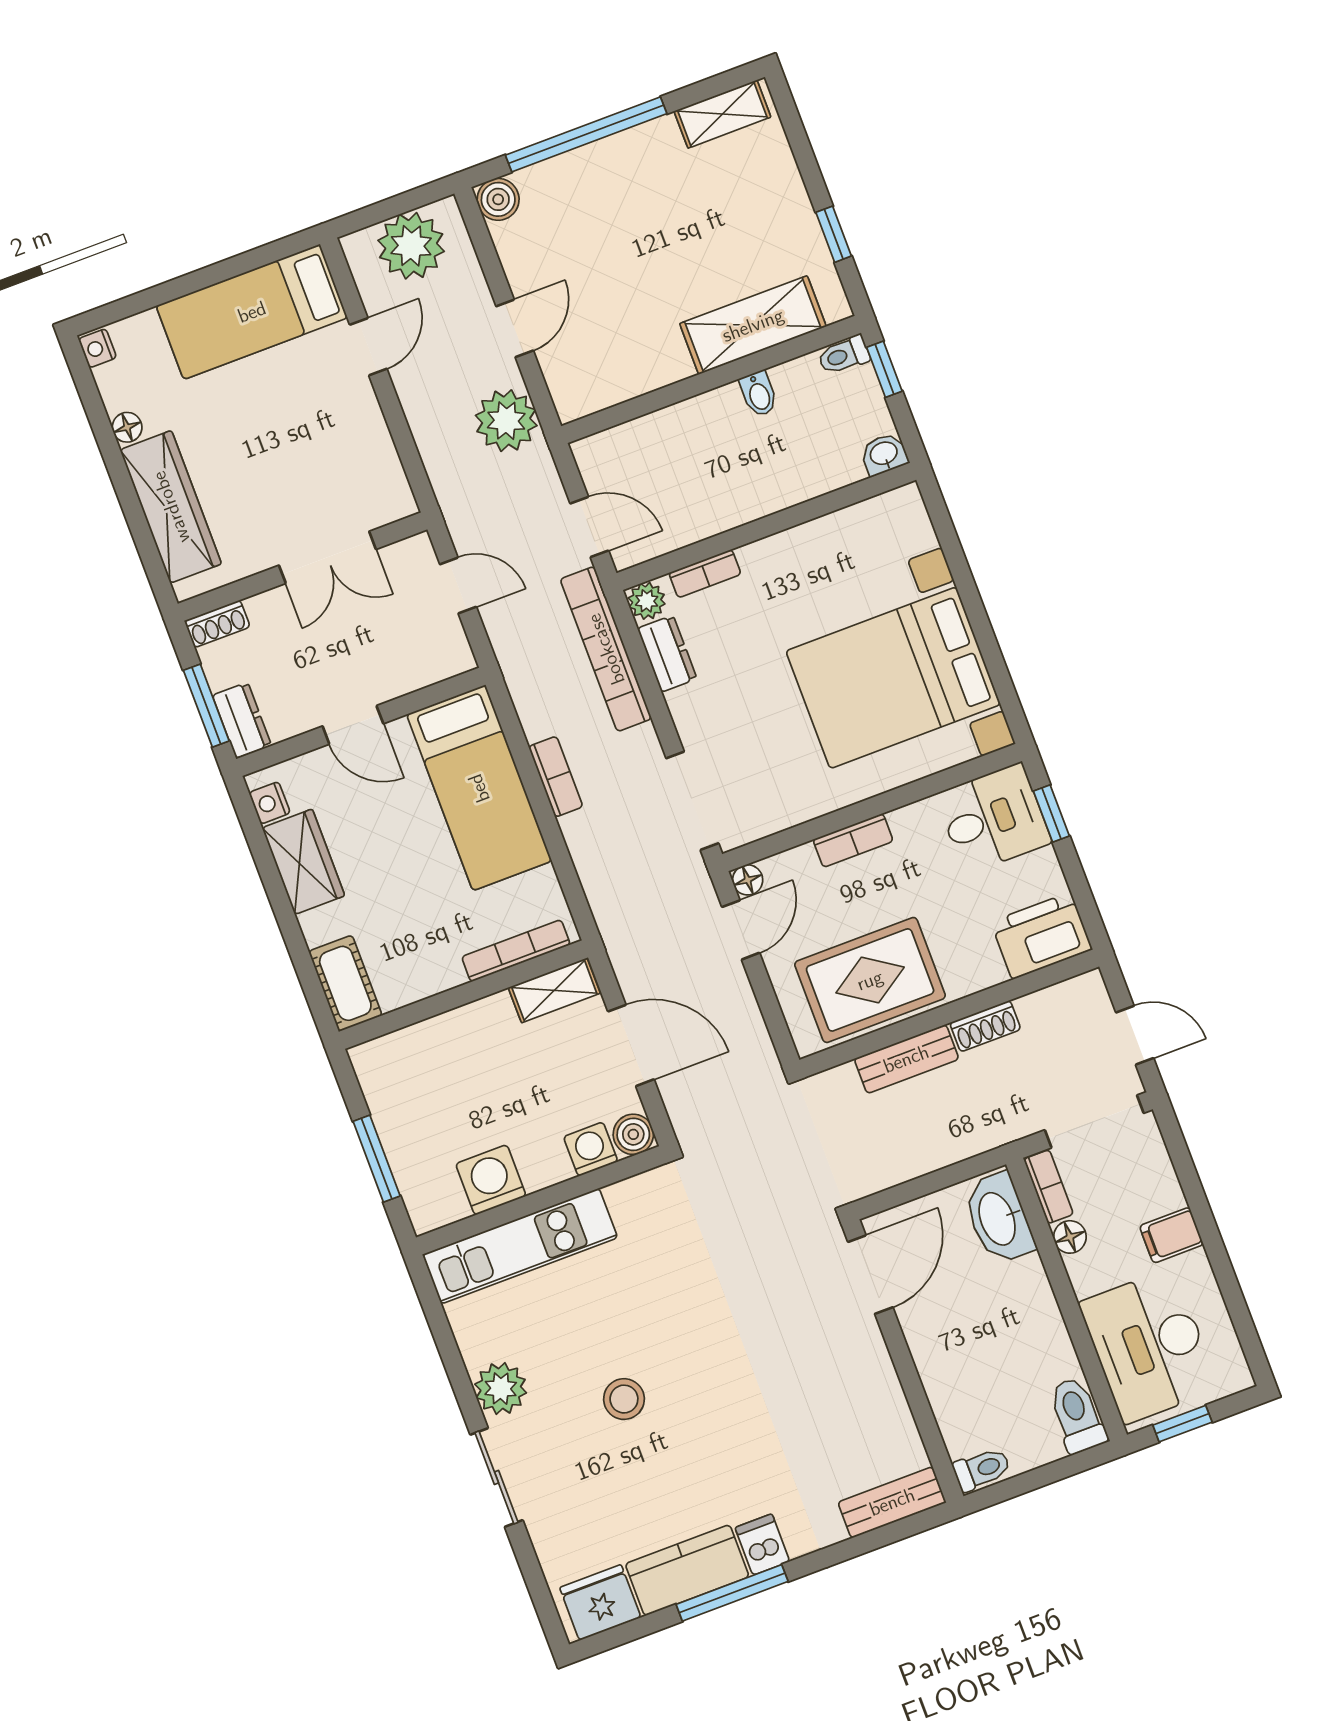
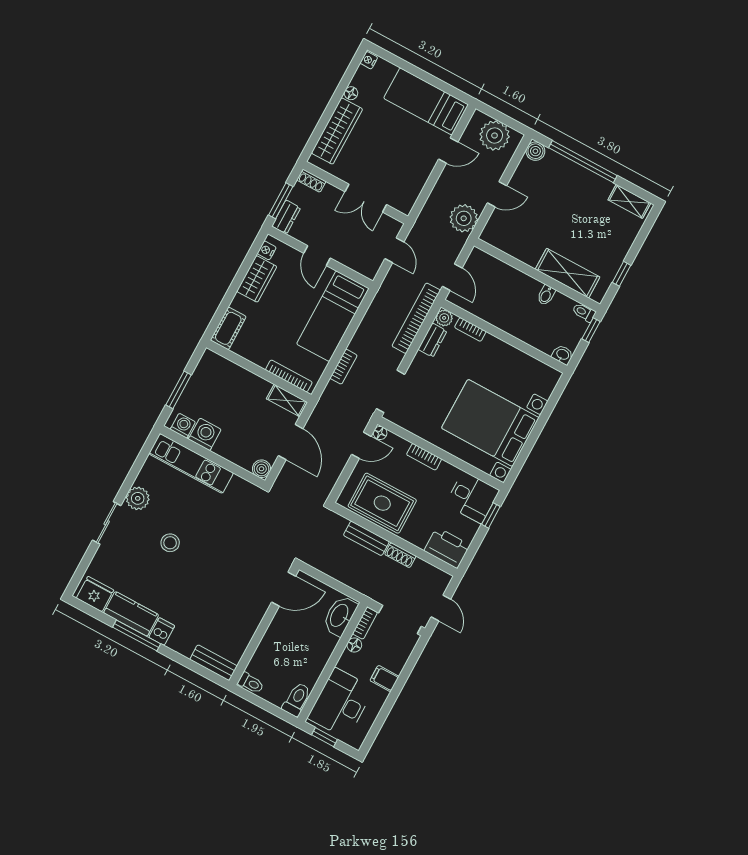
bookcase: (556, 777) -> (344, 367), moved
washing machine: (591, 1149) -> (183, 426), moved

